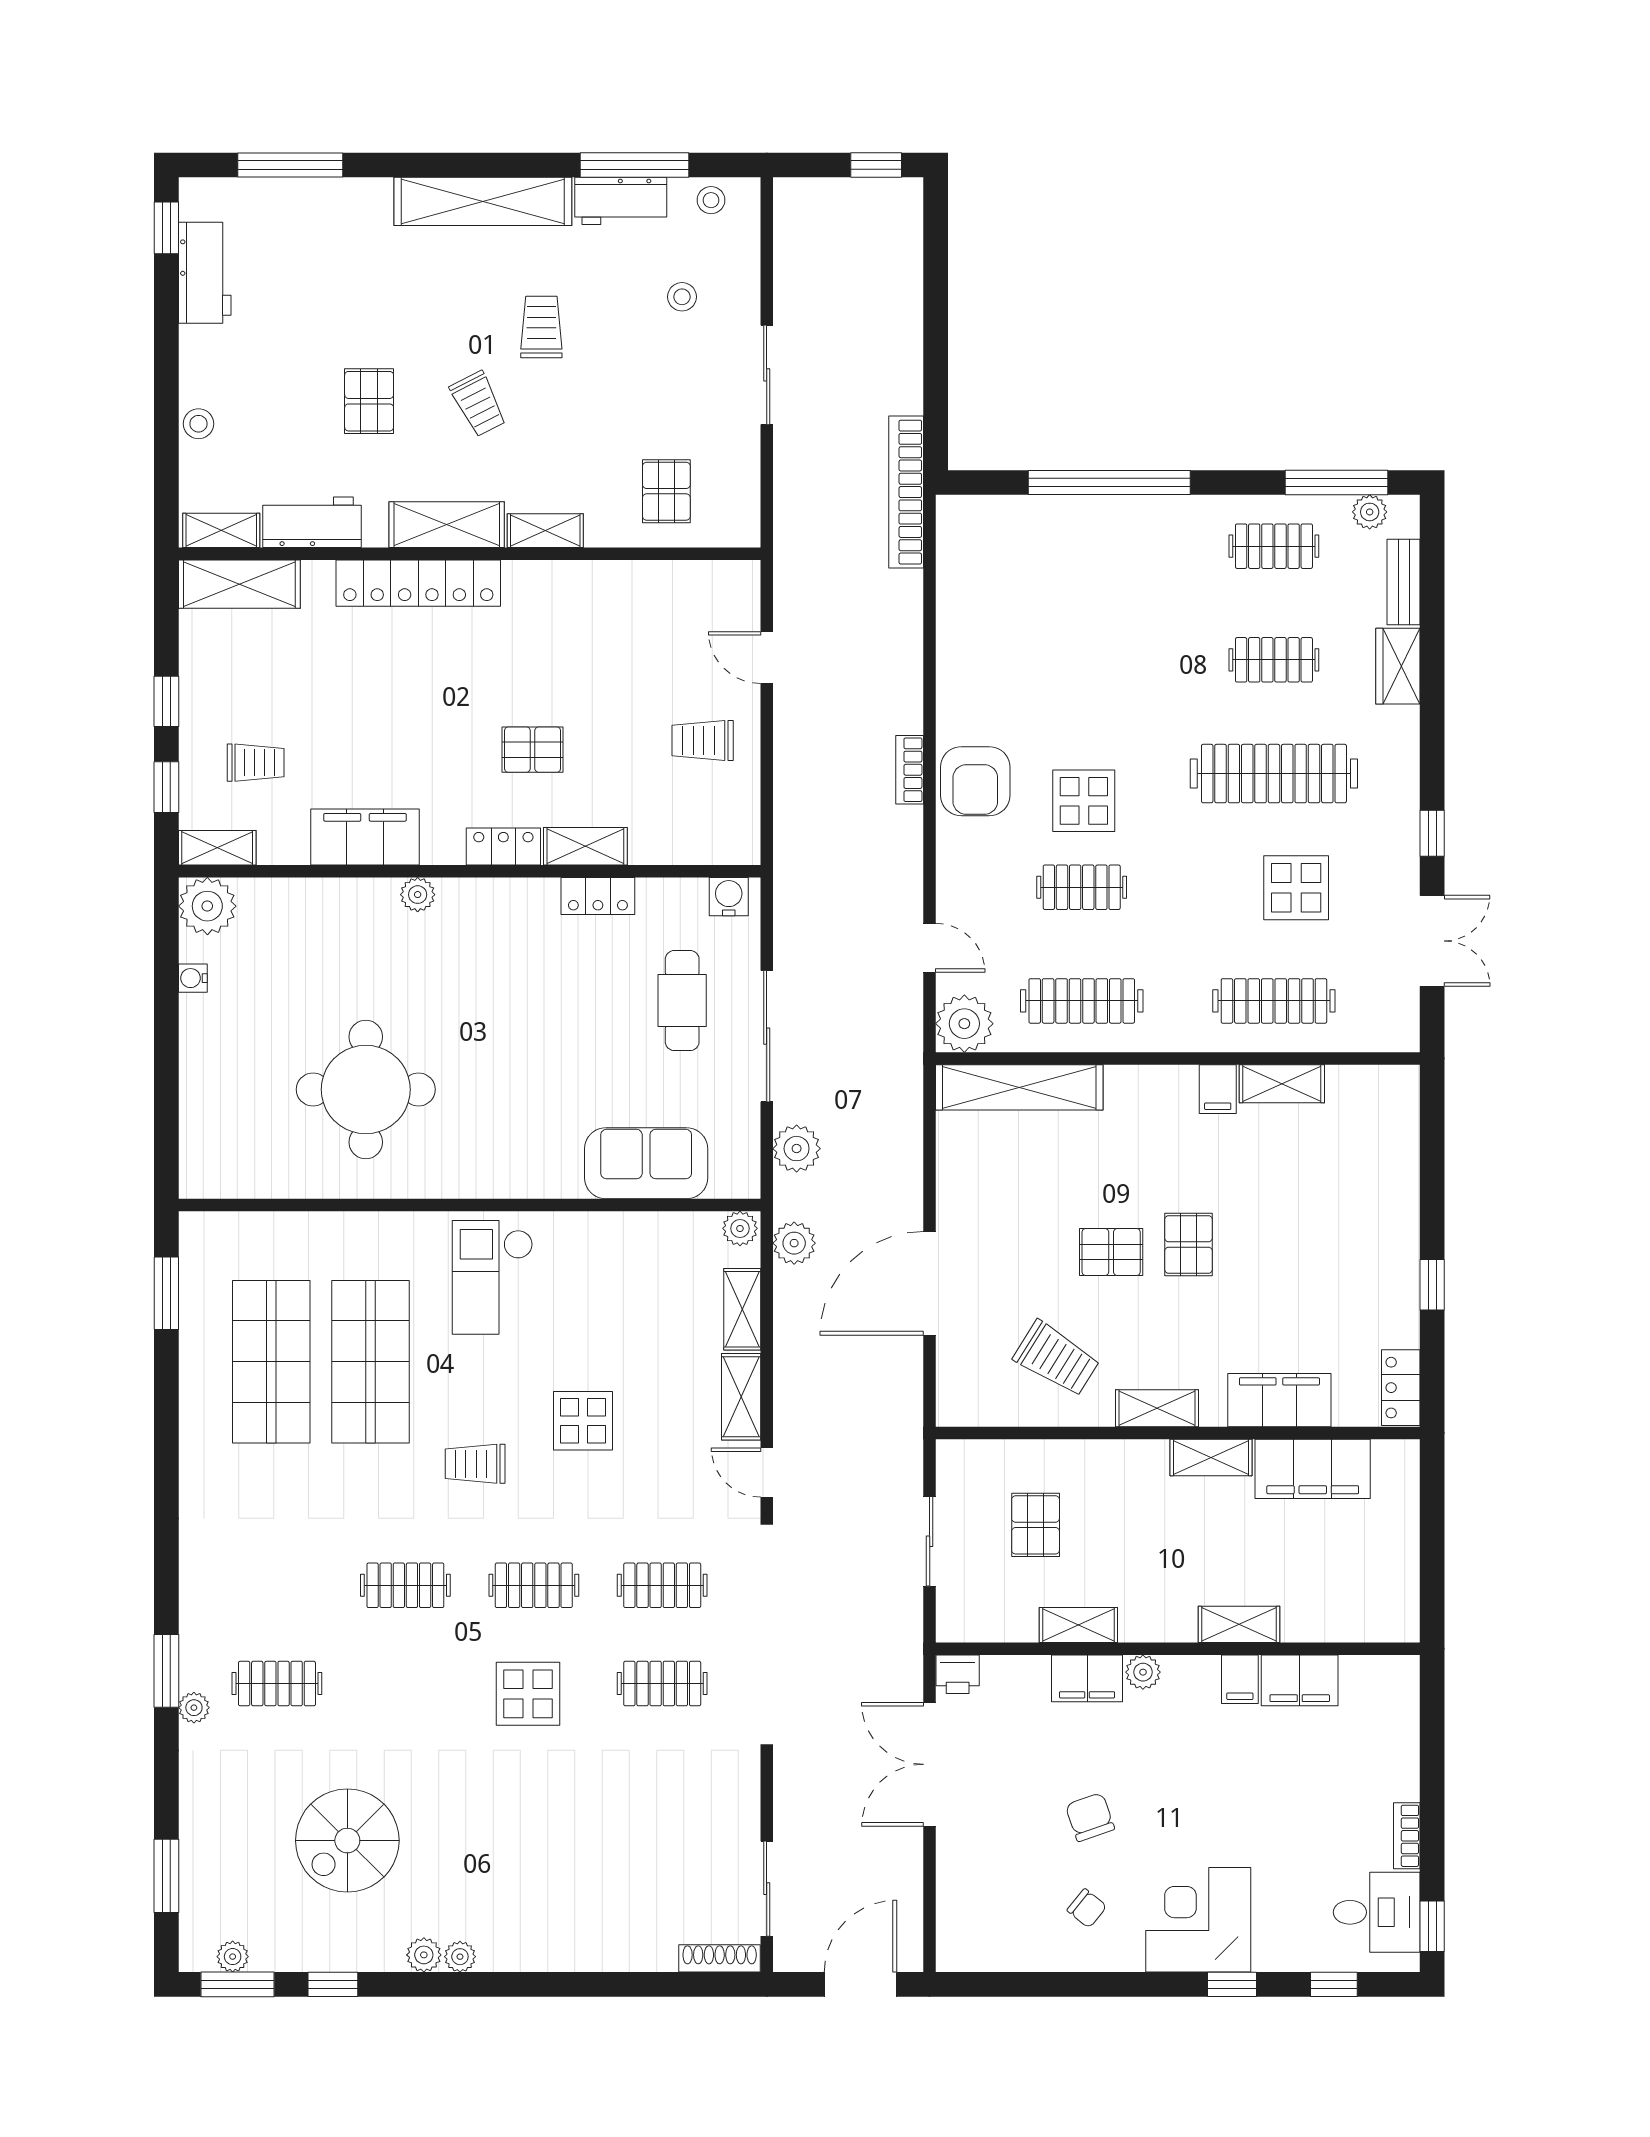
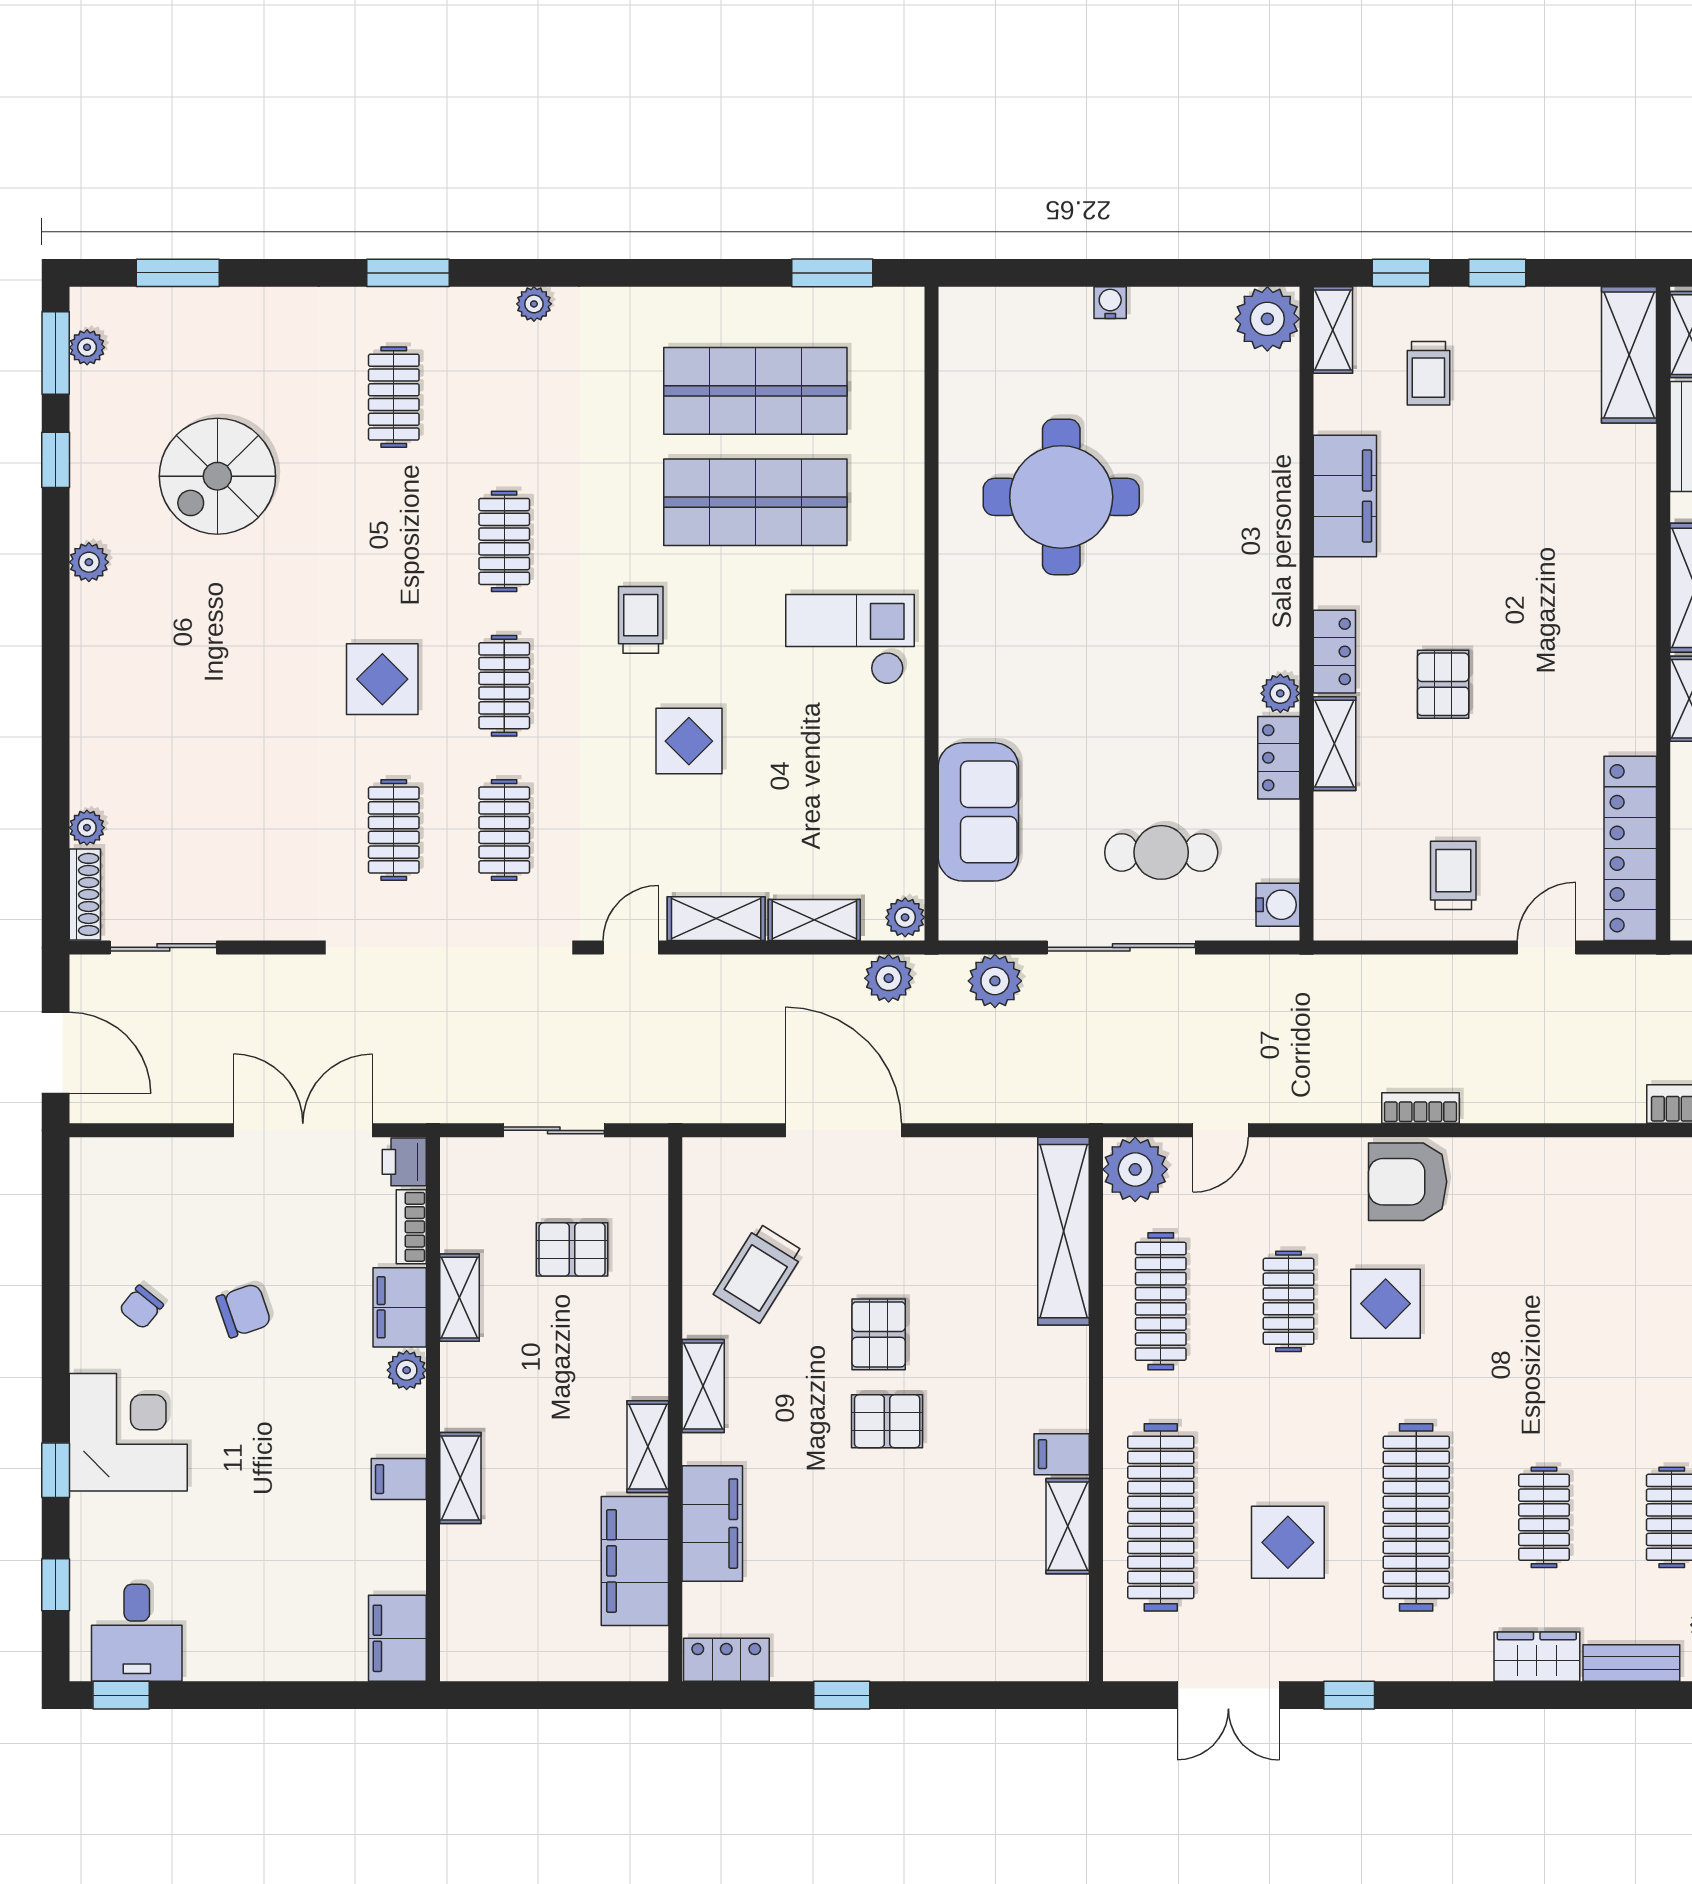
locker: (418, 583) -> (1630, 848), moved
plant: (418, 895) -> (1280, 693), moved
water cooler: (193, 978) -> (1110, 303), moved
clothes rail: (1274, 1001) -> (1161, 1517), width x1.37, depth x1.31
filing cabinet: (1300, 1680) -> (397, 1638), moved
plant: (194, 1708) -> (534, 304), moved
bookcase: (1407, 1836) -> (411, 1227), moved, turned -90
spiral stairs: (347, 1841) -> (217, 476), turned -90
plant: (460, 1957) -> (87, 828), moved

